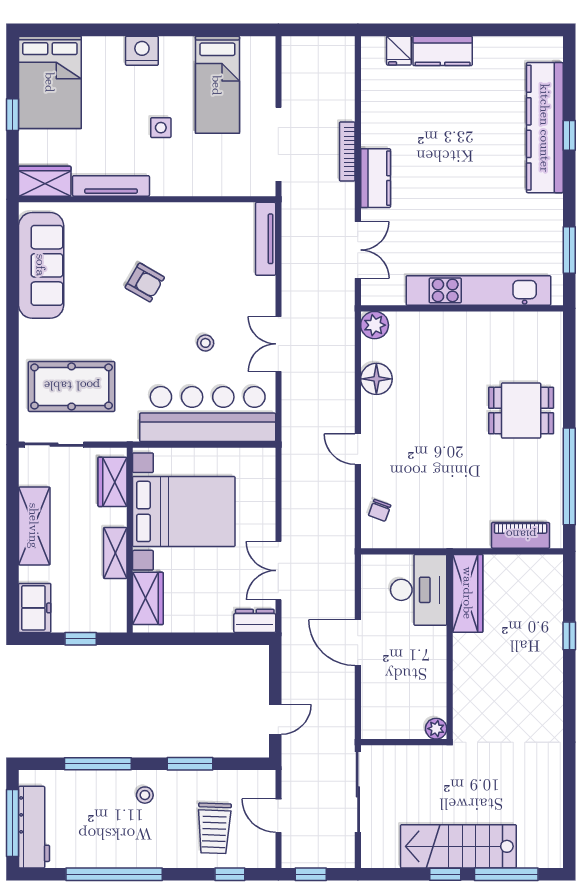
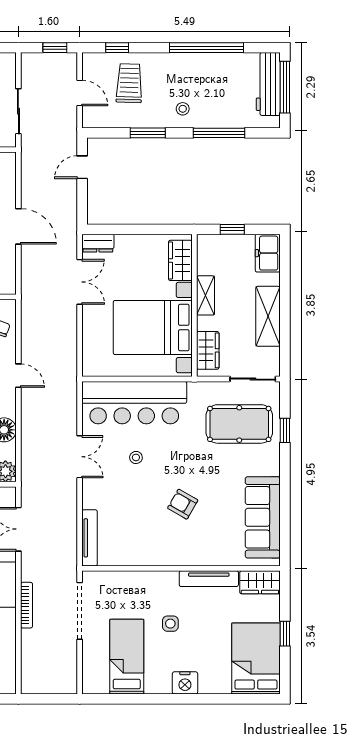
window: (12, 378) -> (285, 430), added
sliding door: (358, 792) -> (18, 111), width x0.73

